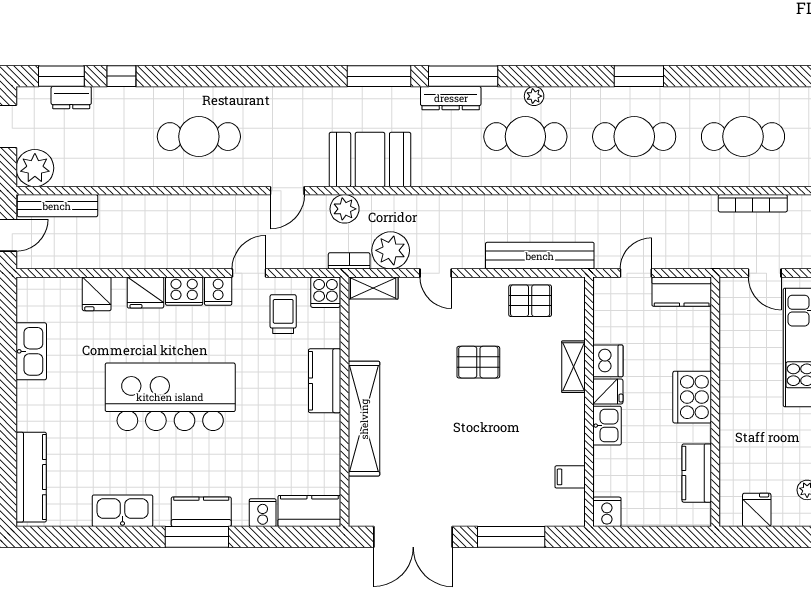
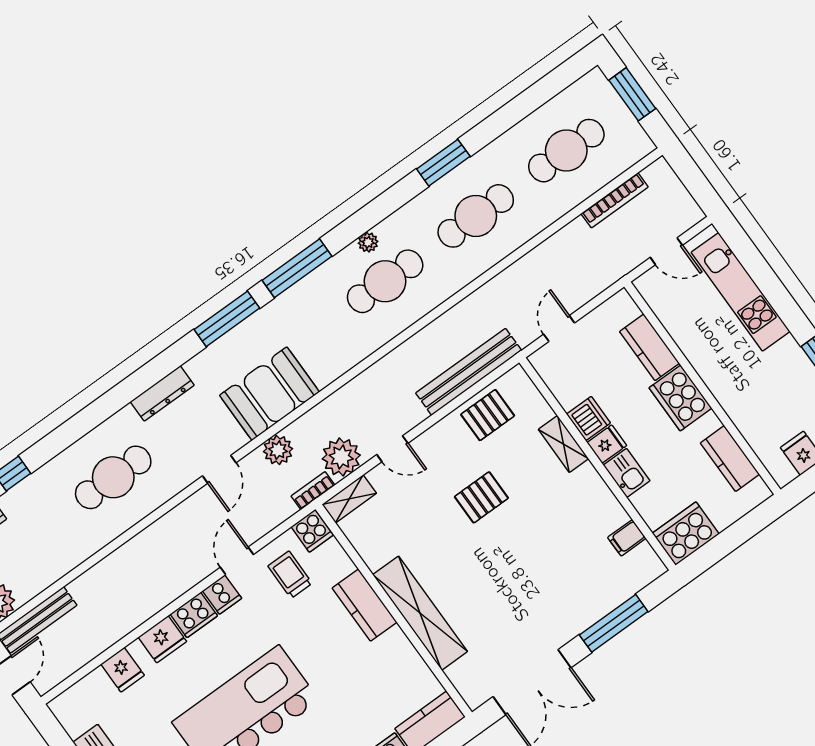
dresser: (451, 98) -> (162, 393), moved
kitchen counter: (682, 292) -> (649, 347), moved, turned 90
cooker: (607, 512) -> (686, 534), width x1.87, depth x1.31

